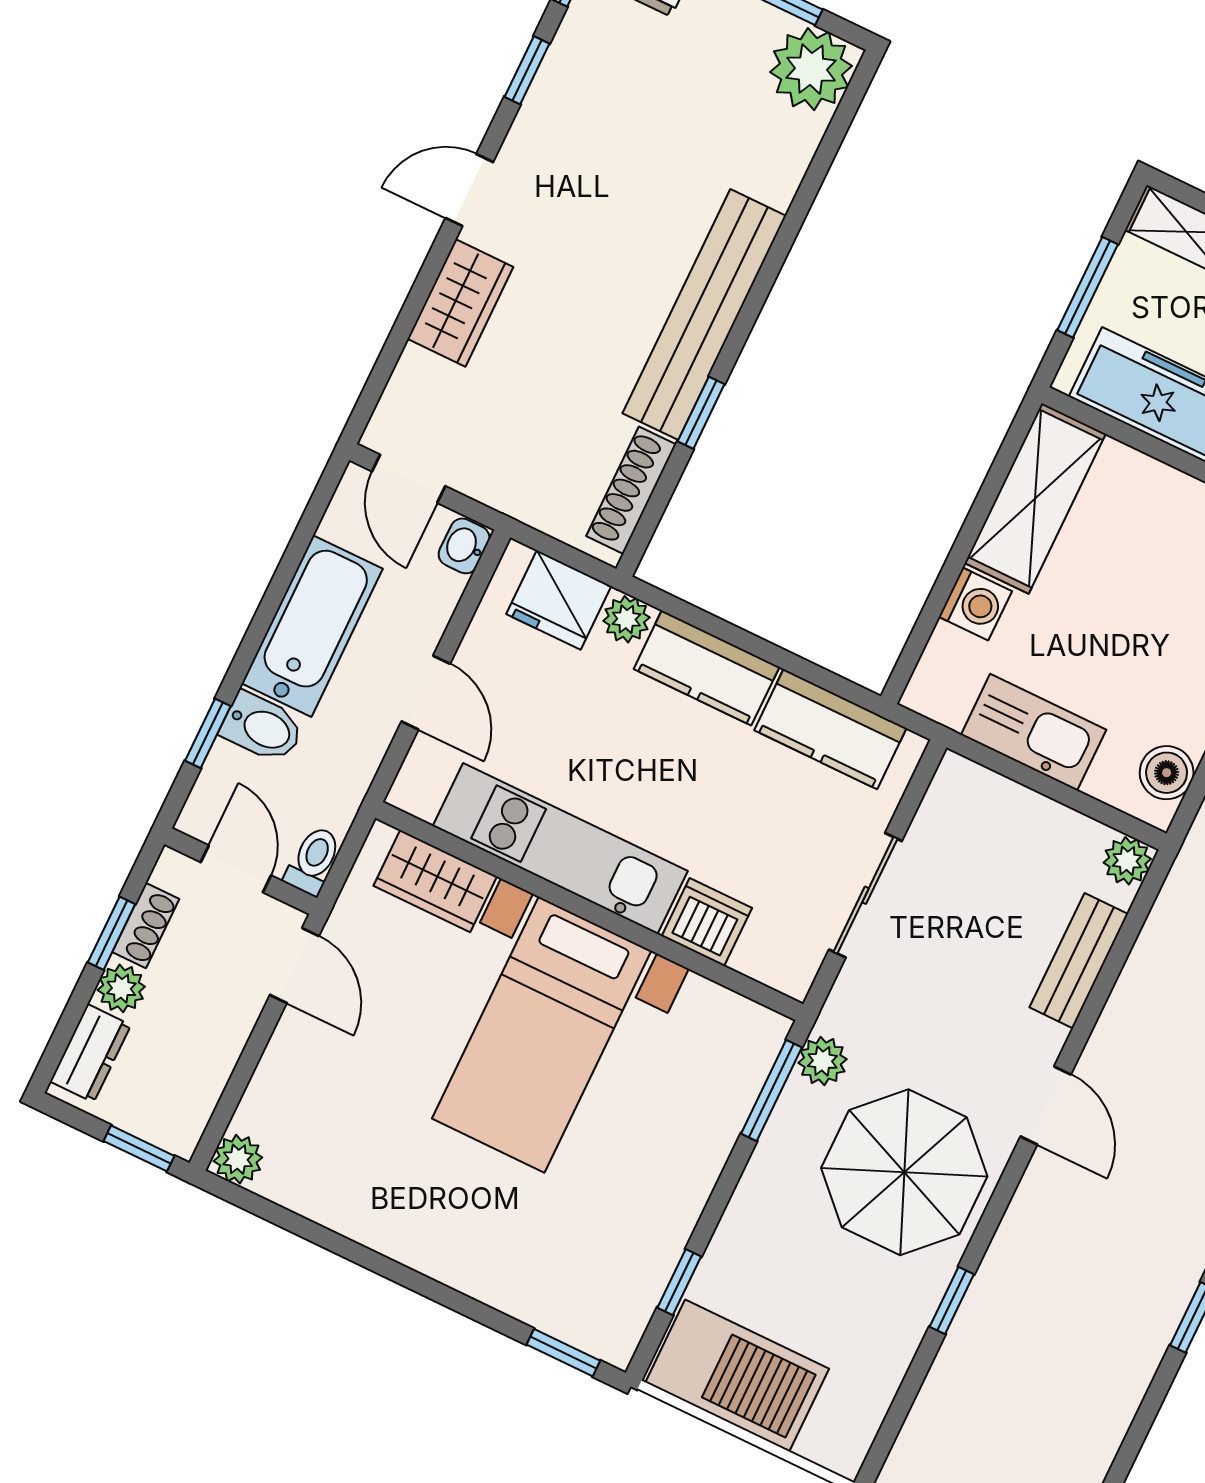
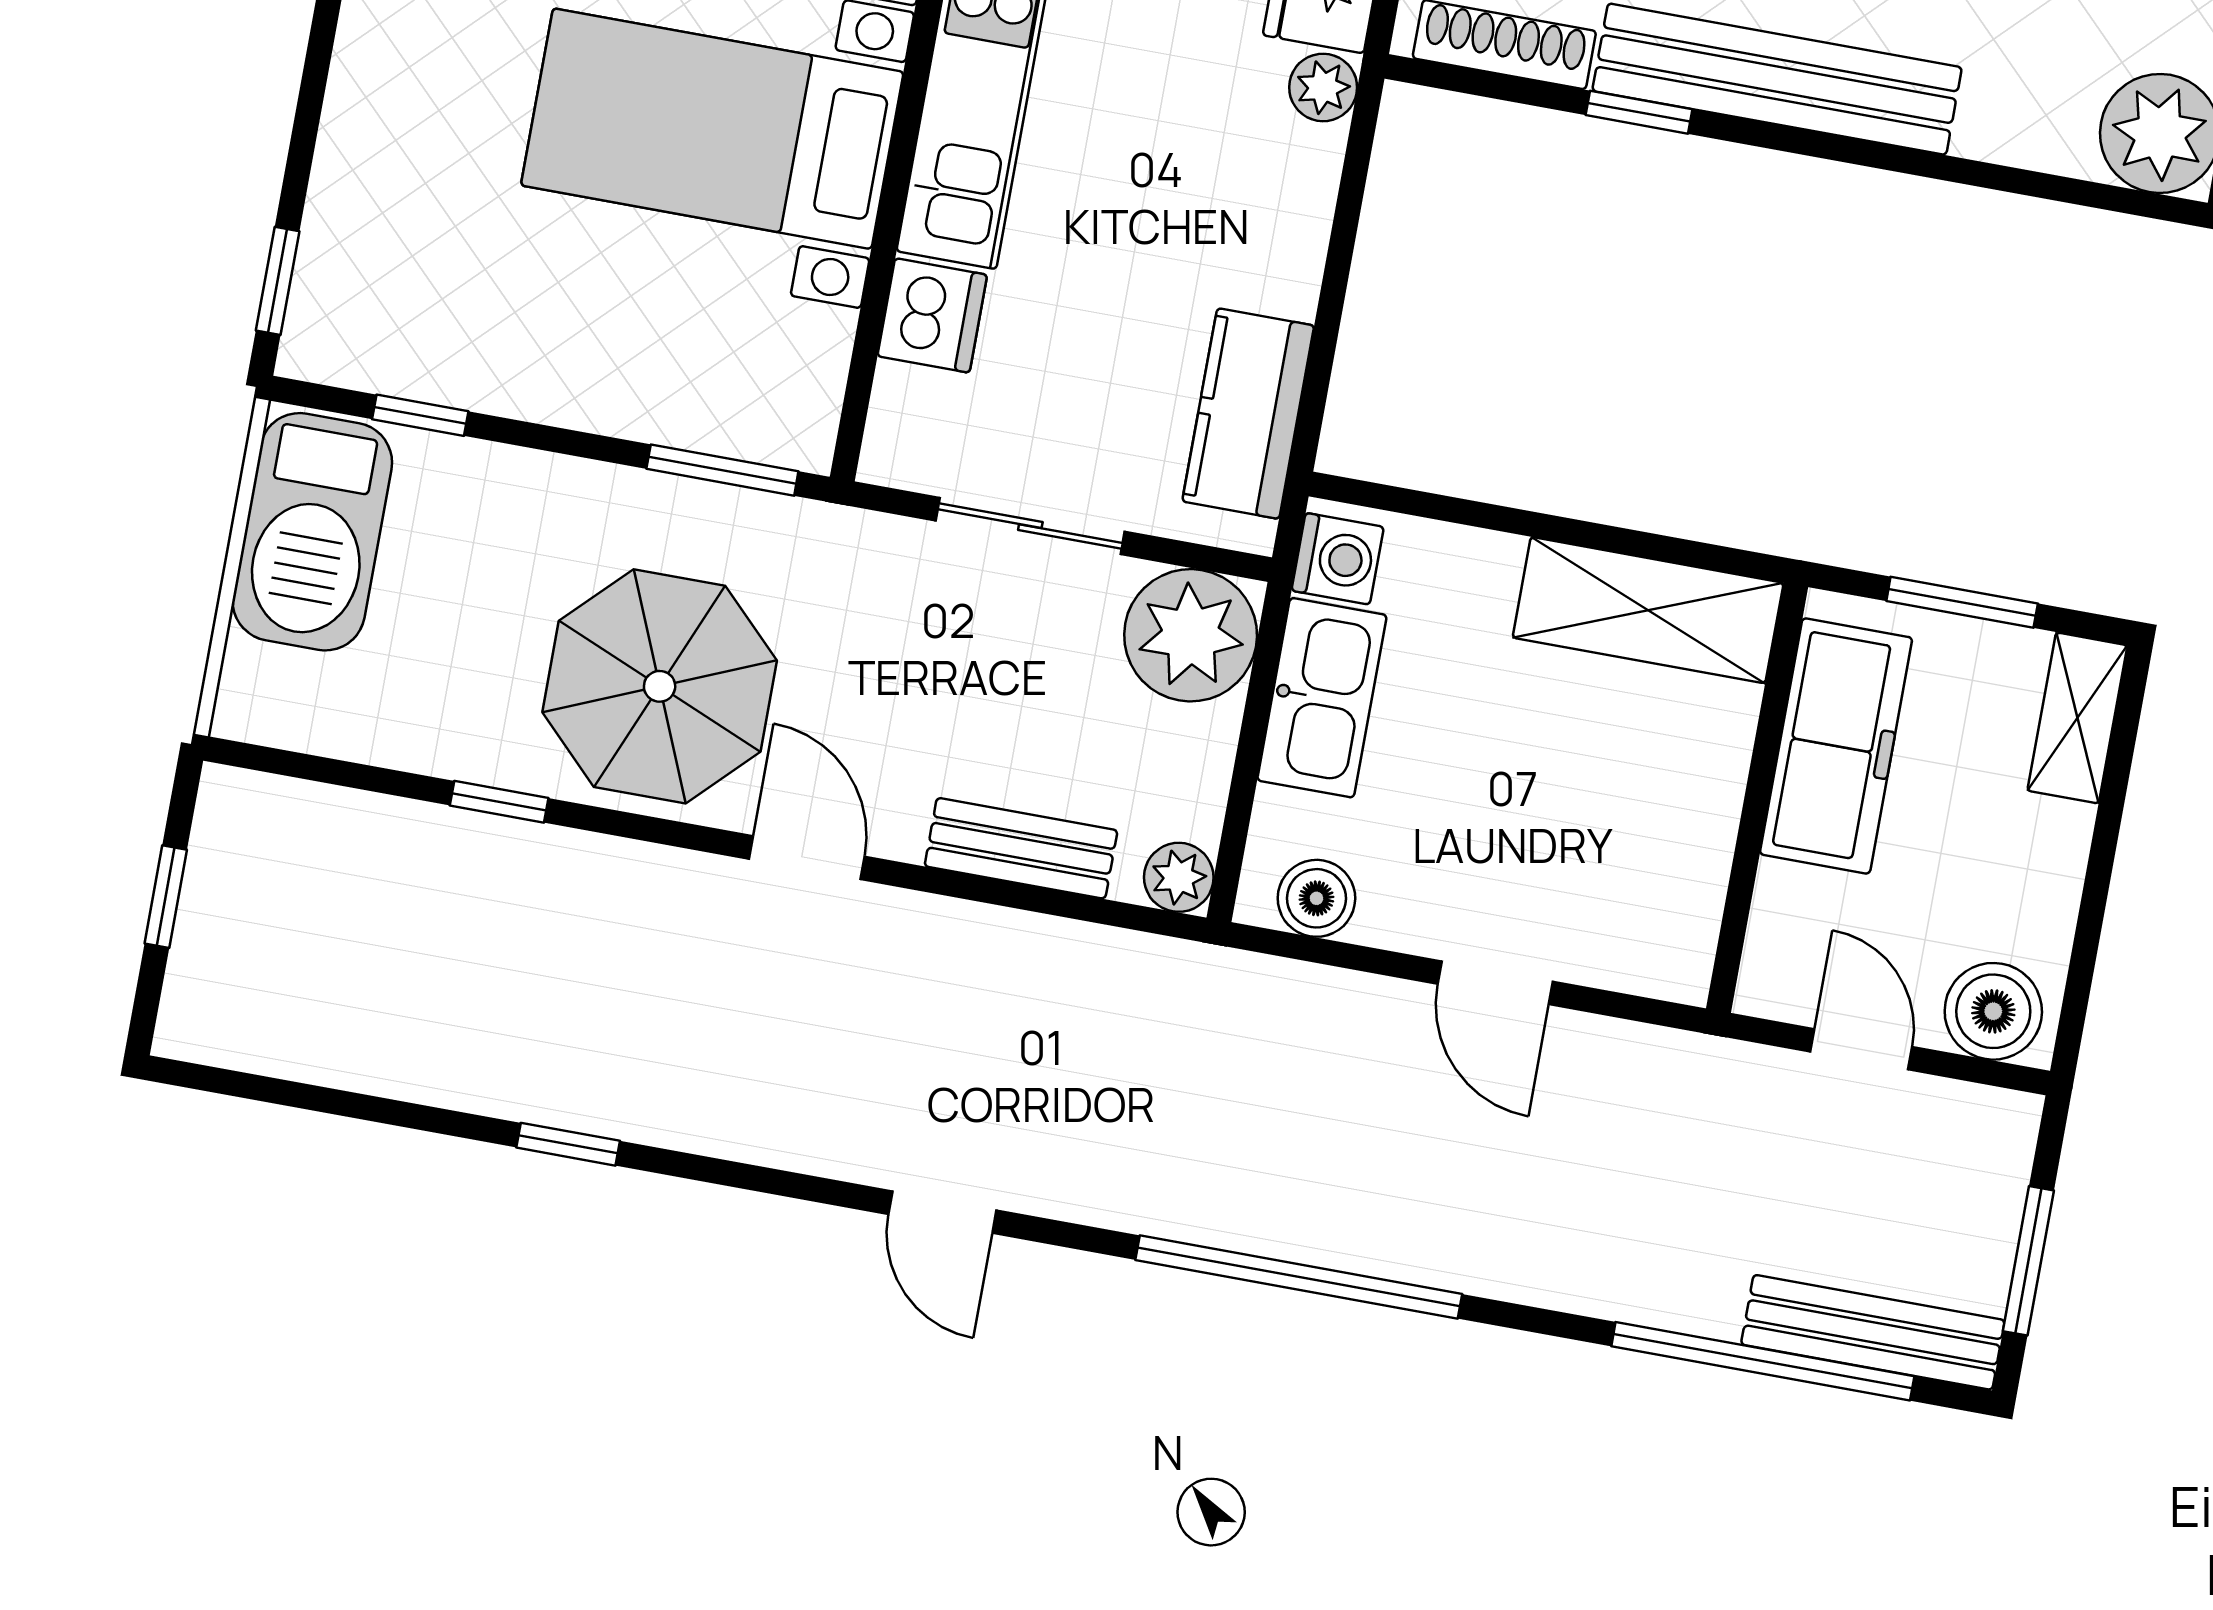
washing machine: (975, 604) -> (1338, 559), moved, turned -90
kitchen counter: (707, 668) -> (1286, 218), removed
plant: (822, 1061) -> (1191, 635), moved, width x1.88, depth x1.88
door: (1046, 1105) -> (807, 858), swing flipped

